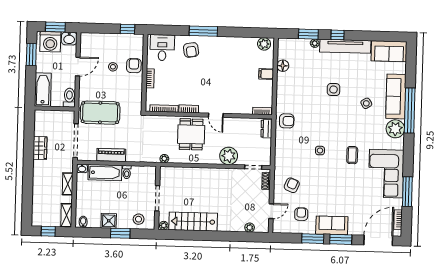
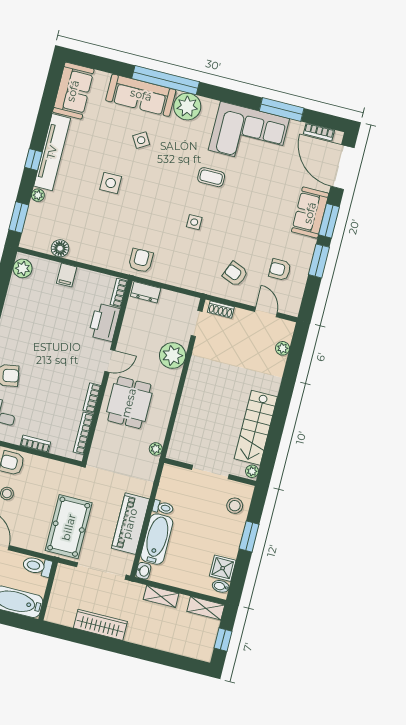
window: (308, 34) -> (19, 217), moved
printer: (240, 106) -> (104, 322), added
dining table: (191, 134) -> (129, 403), turned 90
wardrobe: (40, 148) -> (100, 625), width x1.50
piano: (111, 155) -> (130, 524), width x1.37, depth x1.33
shower: (109, 221) -> (223, 568), moved
sofa: (332, 225) -> (310, 213), moved

